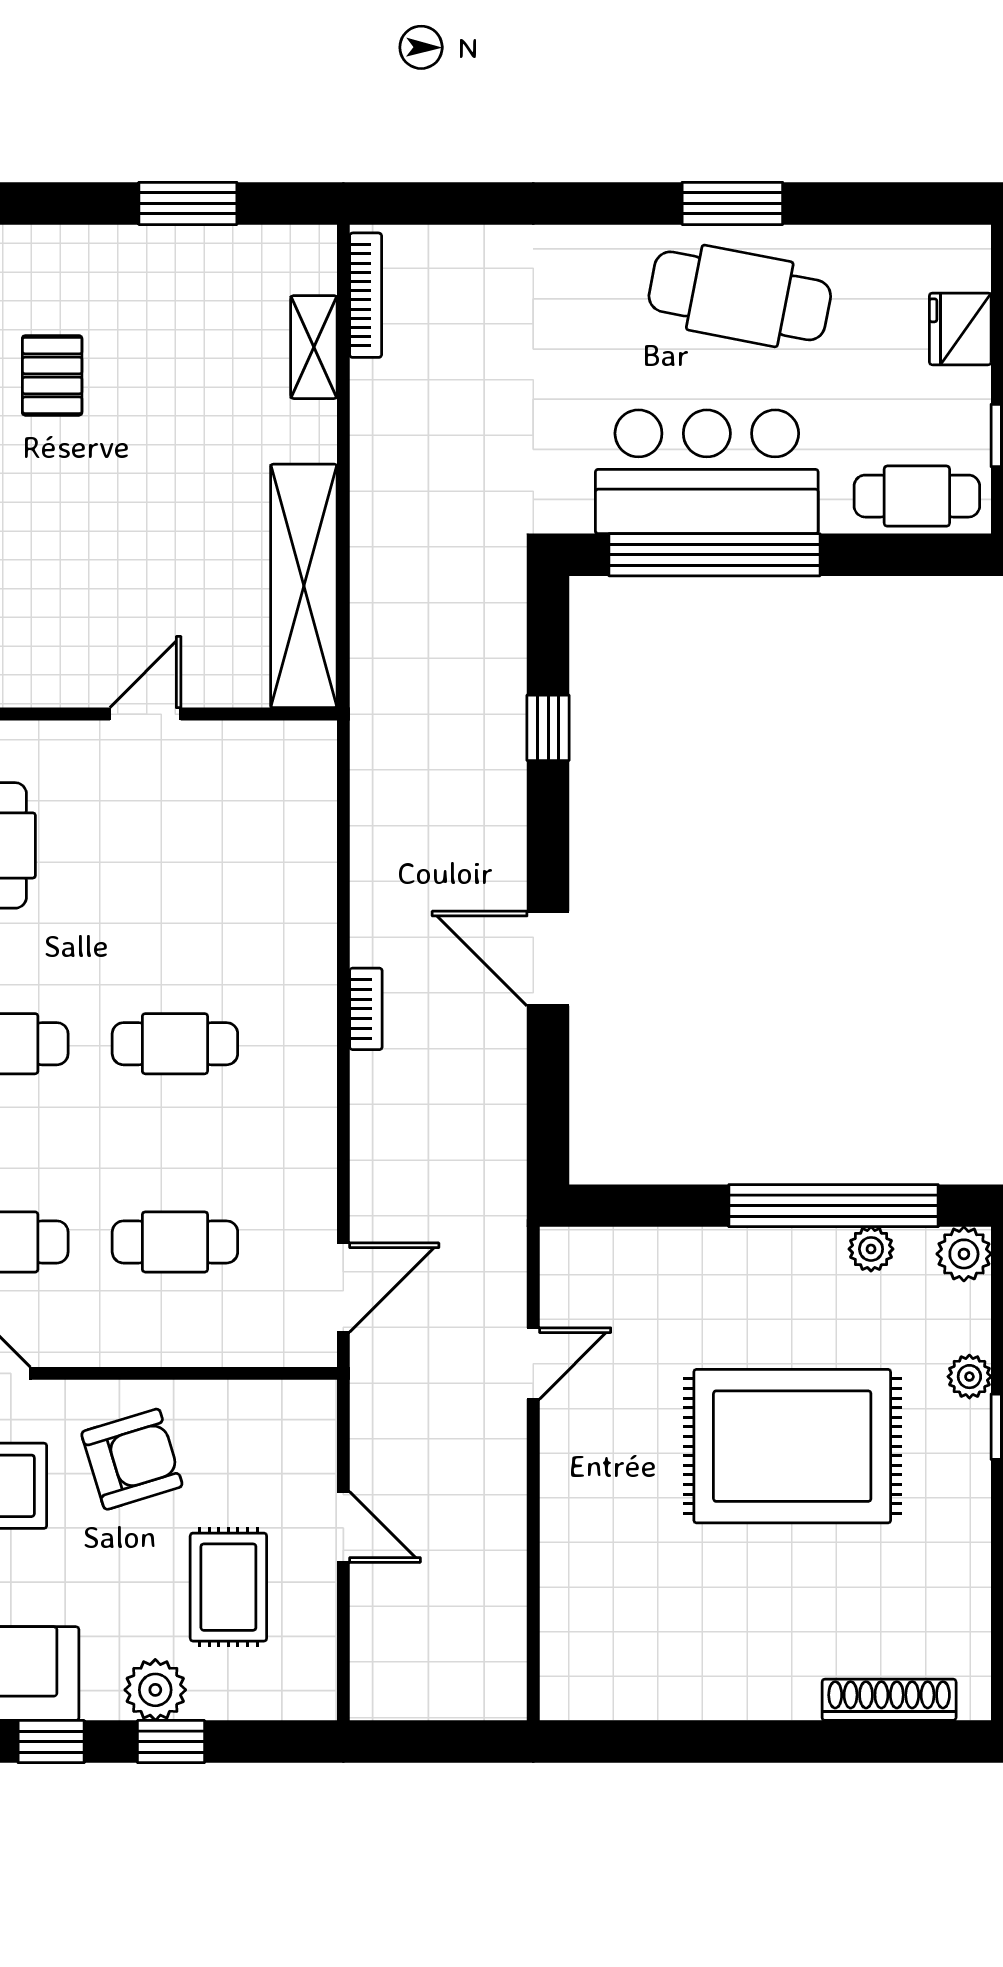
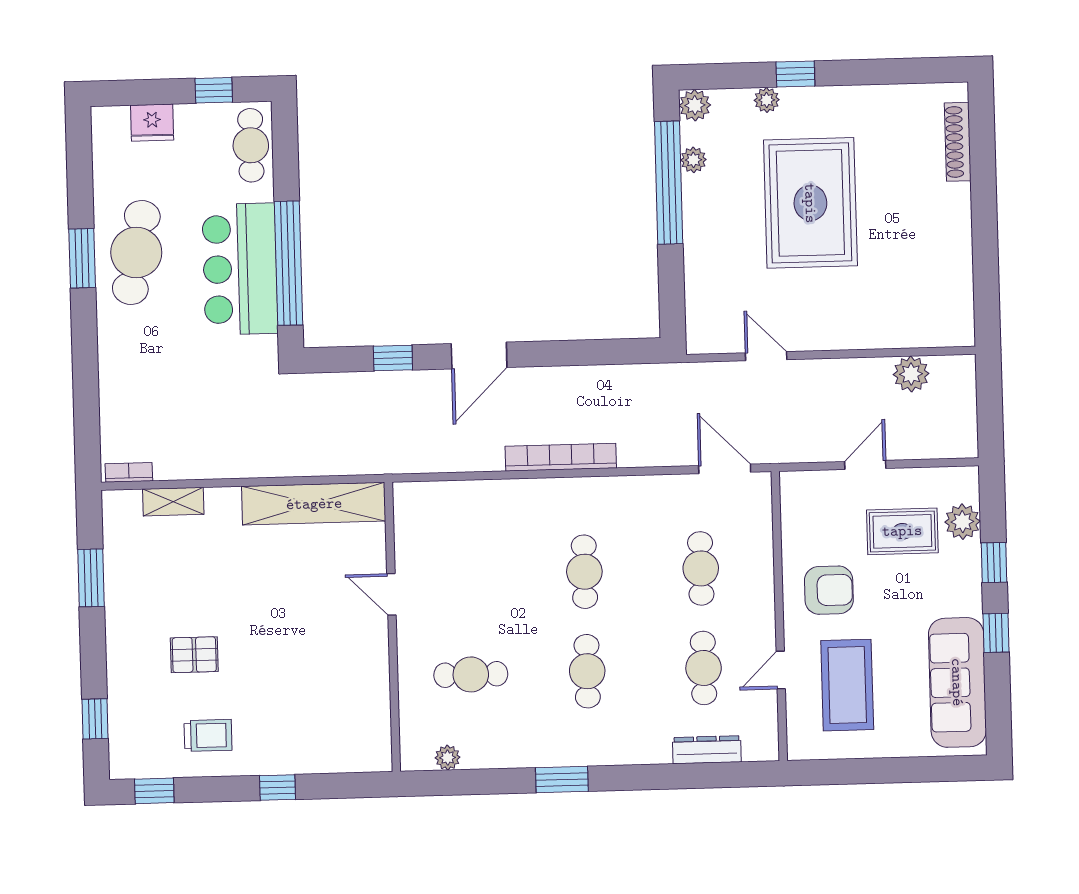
bookcase: (366, 295) -> (129, 472), width x0.64
door: (548, 959) -> (479, 356), moved
bookcase: (366, 1009) -> (561, 457), width x2.31, depth x1.31
armchair: (132, 1459) -> (829, 590), turned 107
plant: (496, 1609) -> (911, 374), added
plant: (155, 1690) -> (962, 522), moved

